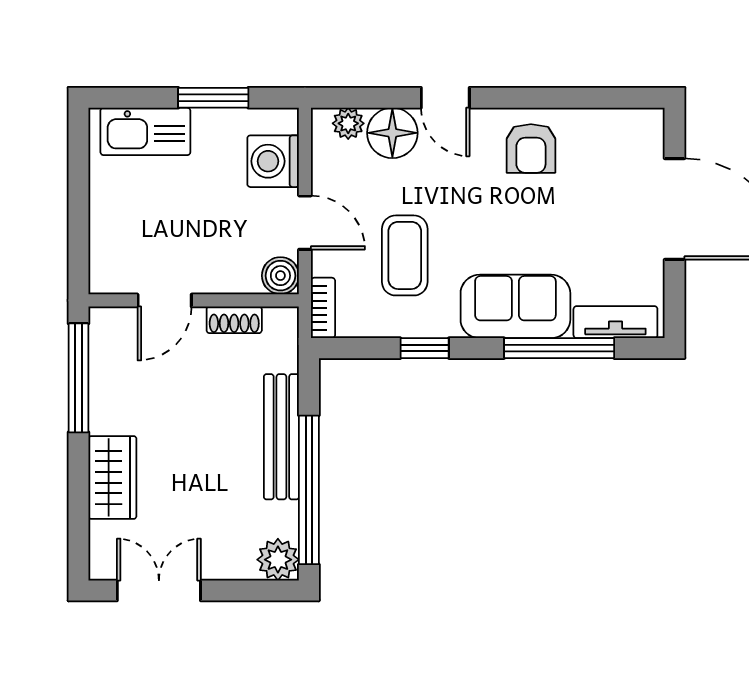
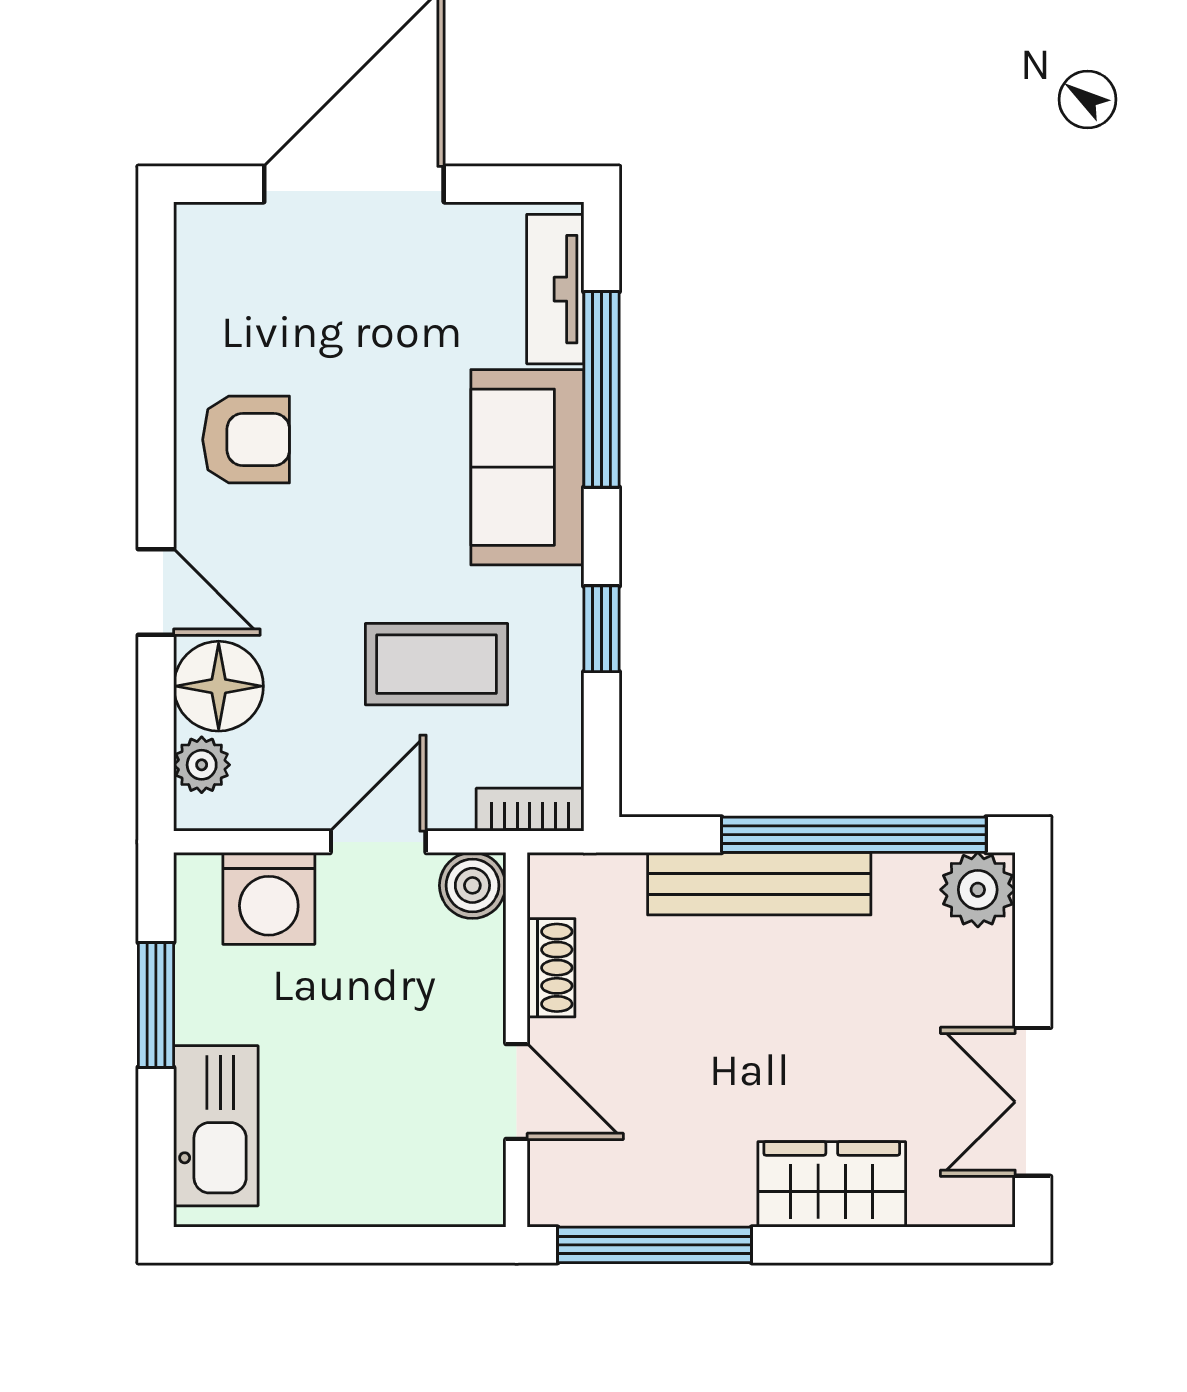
door: (445, 98) -> (156, 592), hinge flipped

